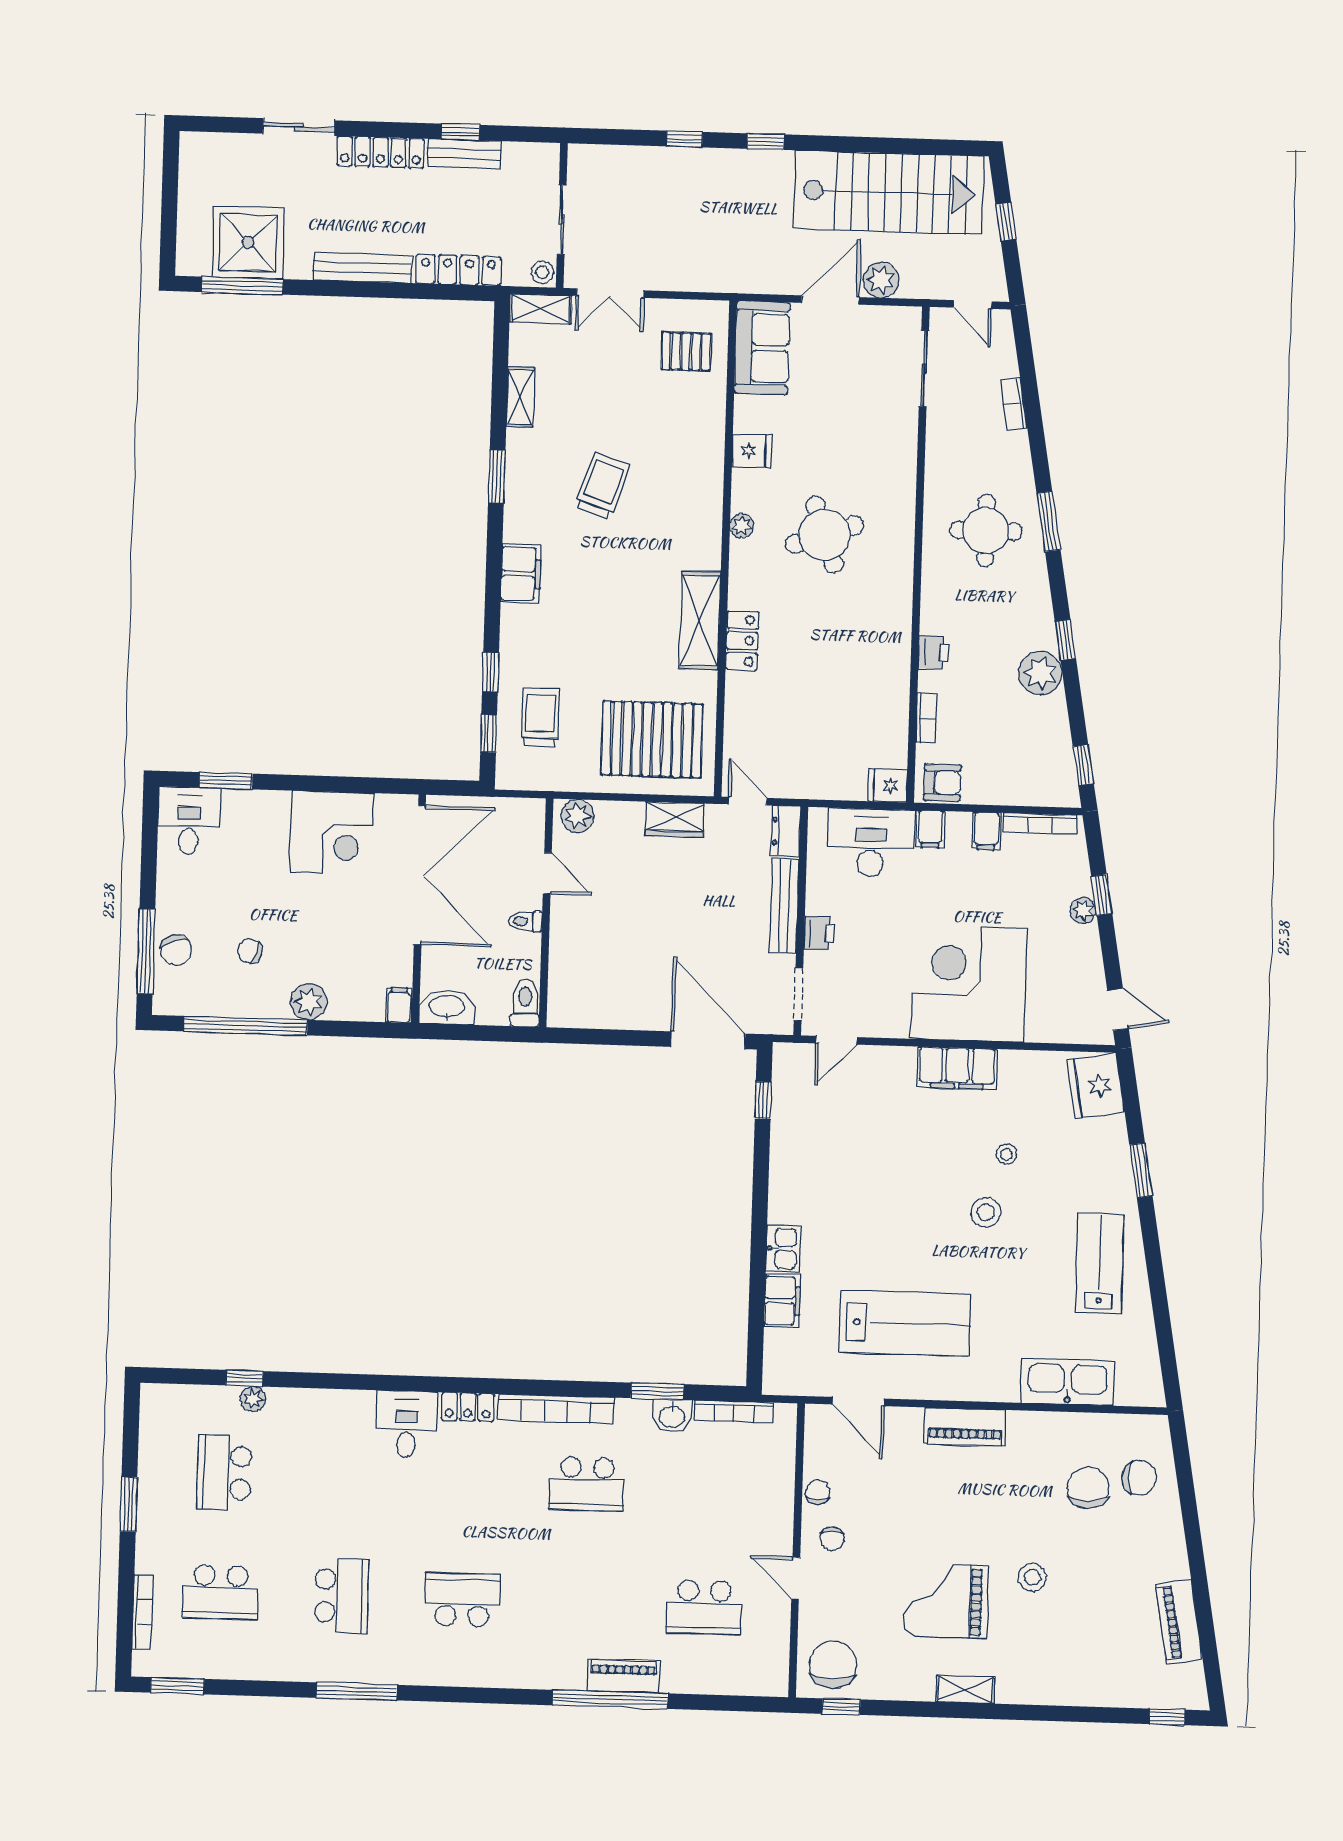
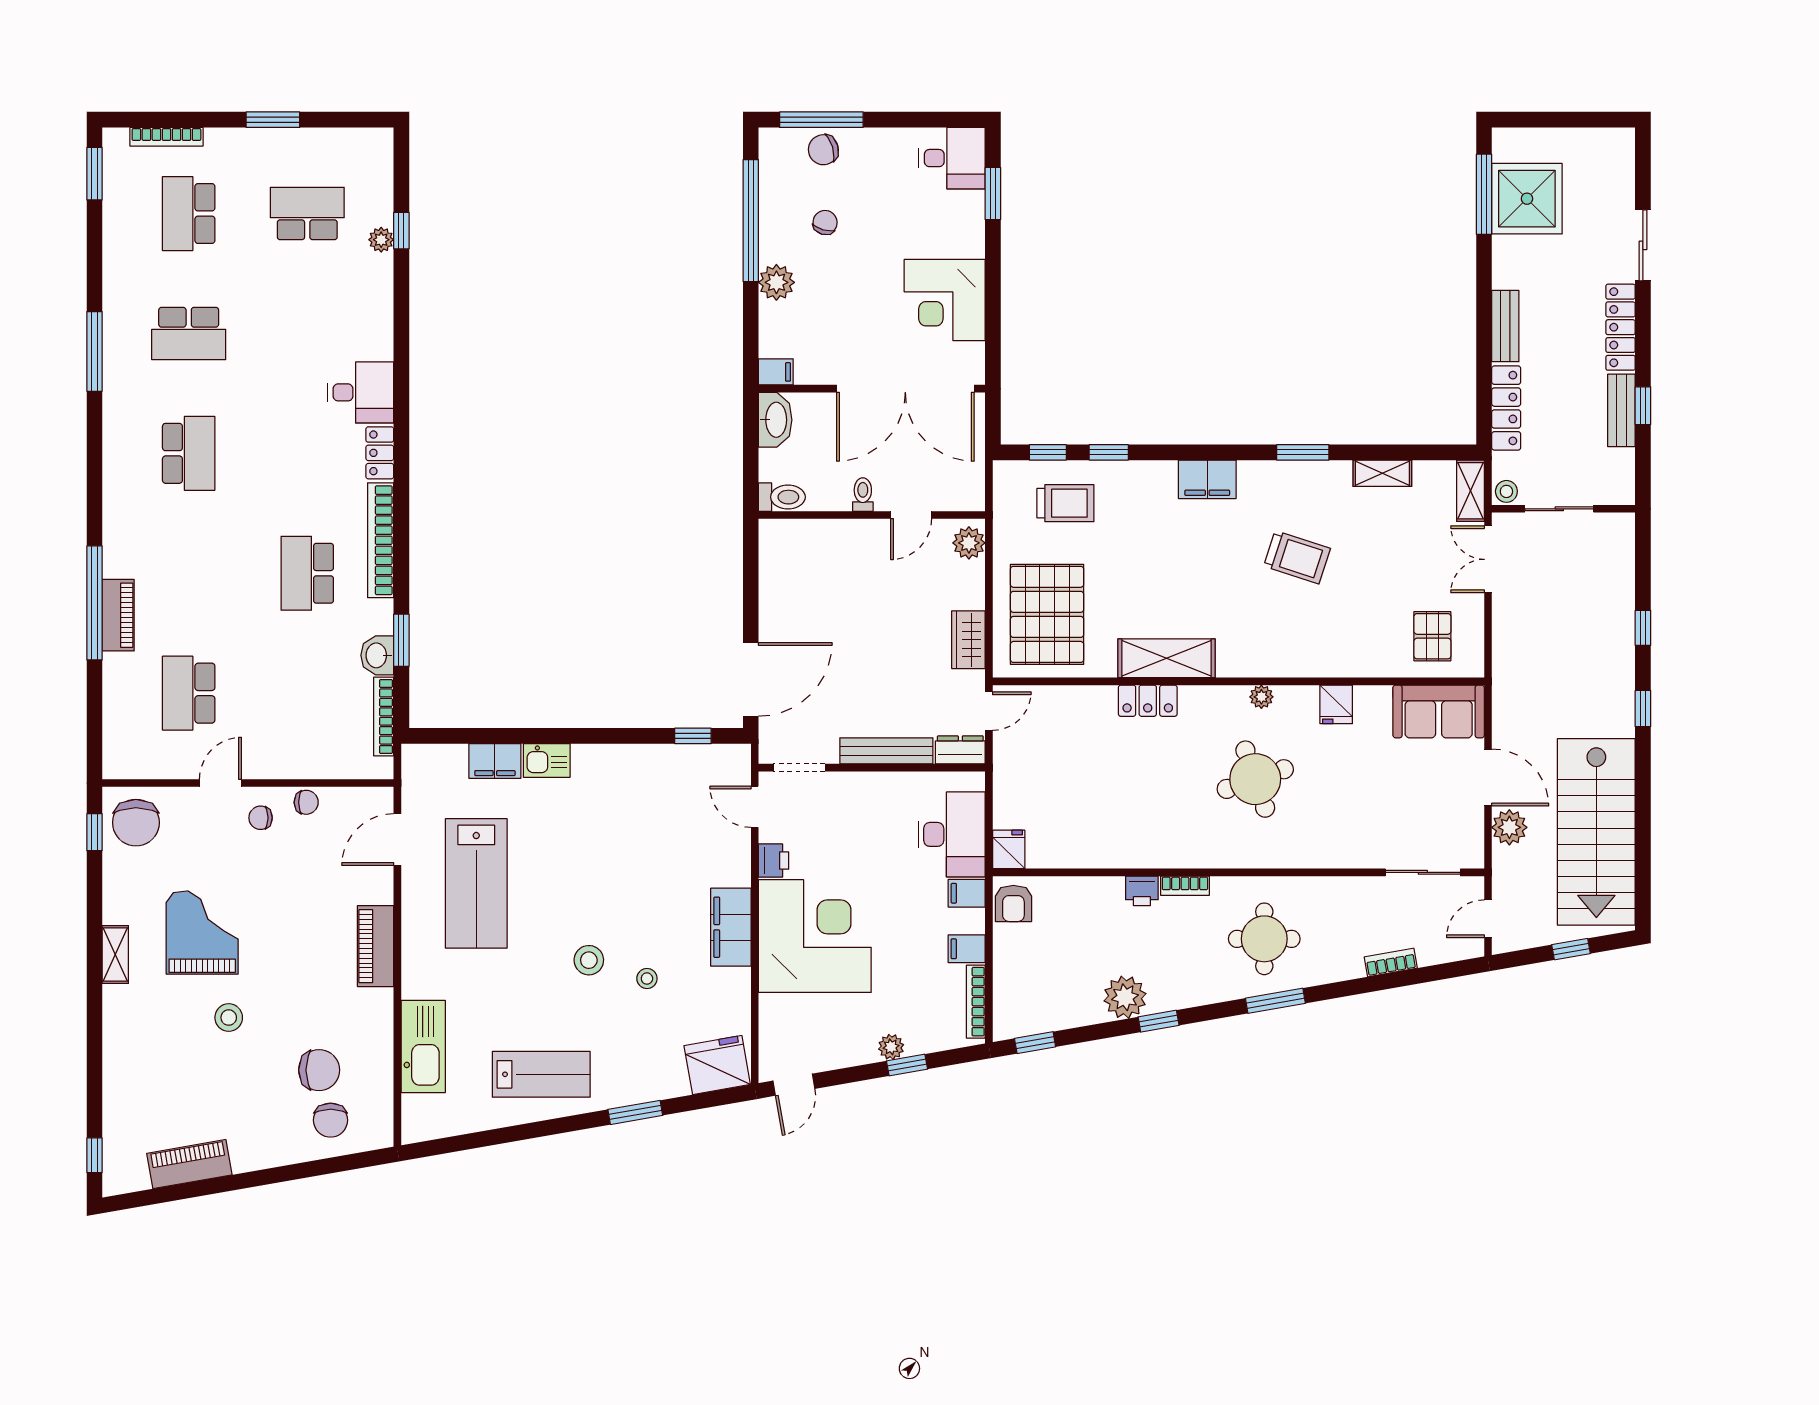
bench: (363, 268) -> (1505, 326), width x0.73
bookcase: (926, 719) -> (1185, 886), moved
printer: (819, 933) -> (774, 861), moved, turned -90
chair: (833, 1665) -> (136, 823), turned 90

